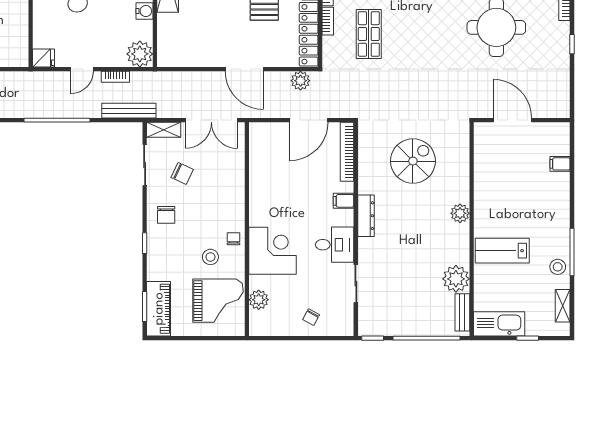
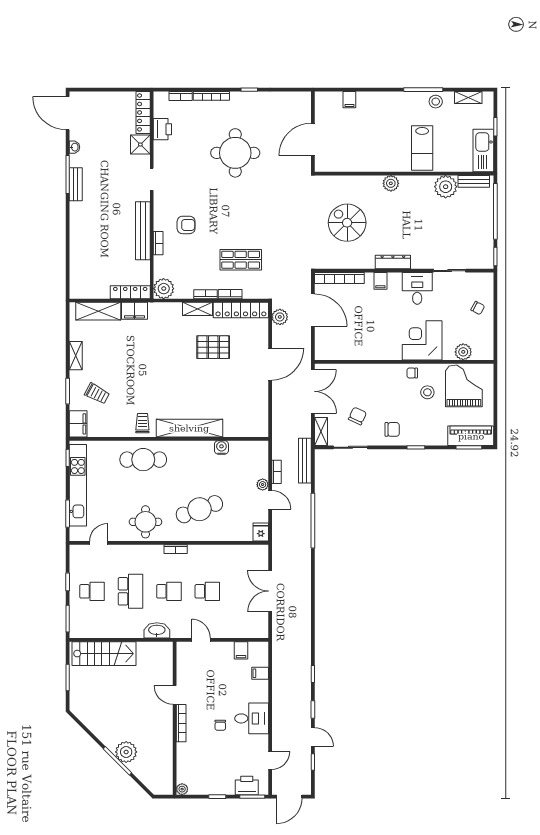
plant: (140, 54) -> (263, 485), moved, width x0.53, depth x0.53

